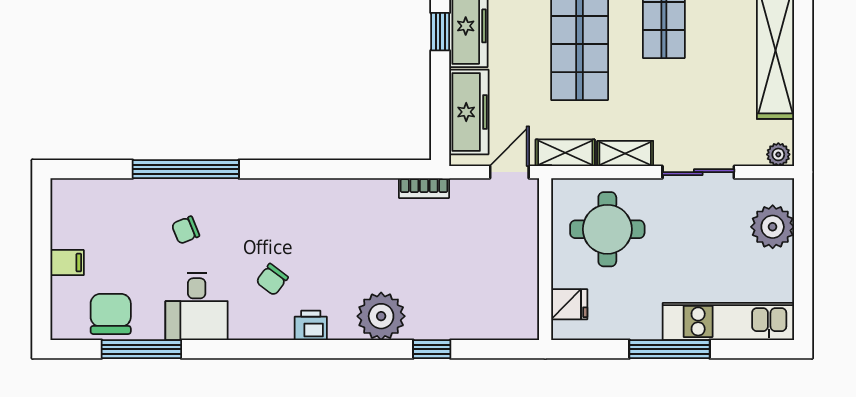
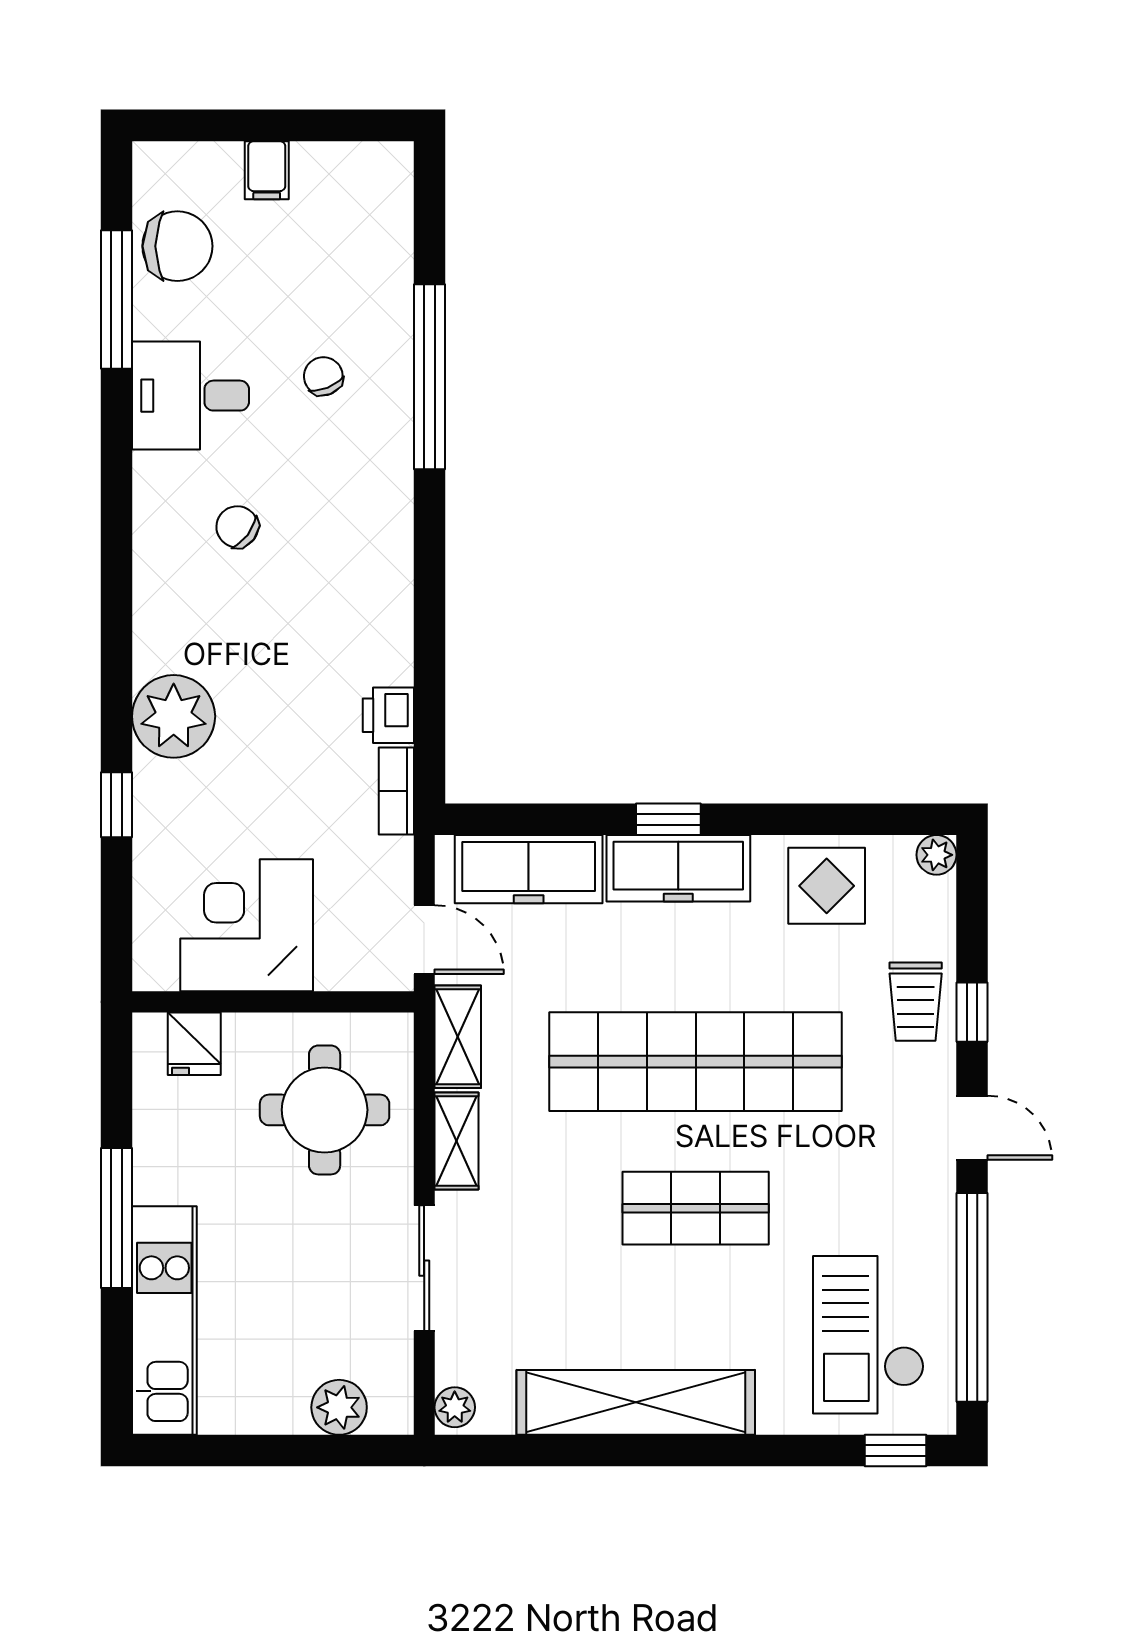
plant: (773, 227) -> (339, 1407), width x0.73, depth x0.73
corner desk: (501, 274) -> (247, 925), added
printer: (311, 325) -> (388, 715), moved, turned 180

